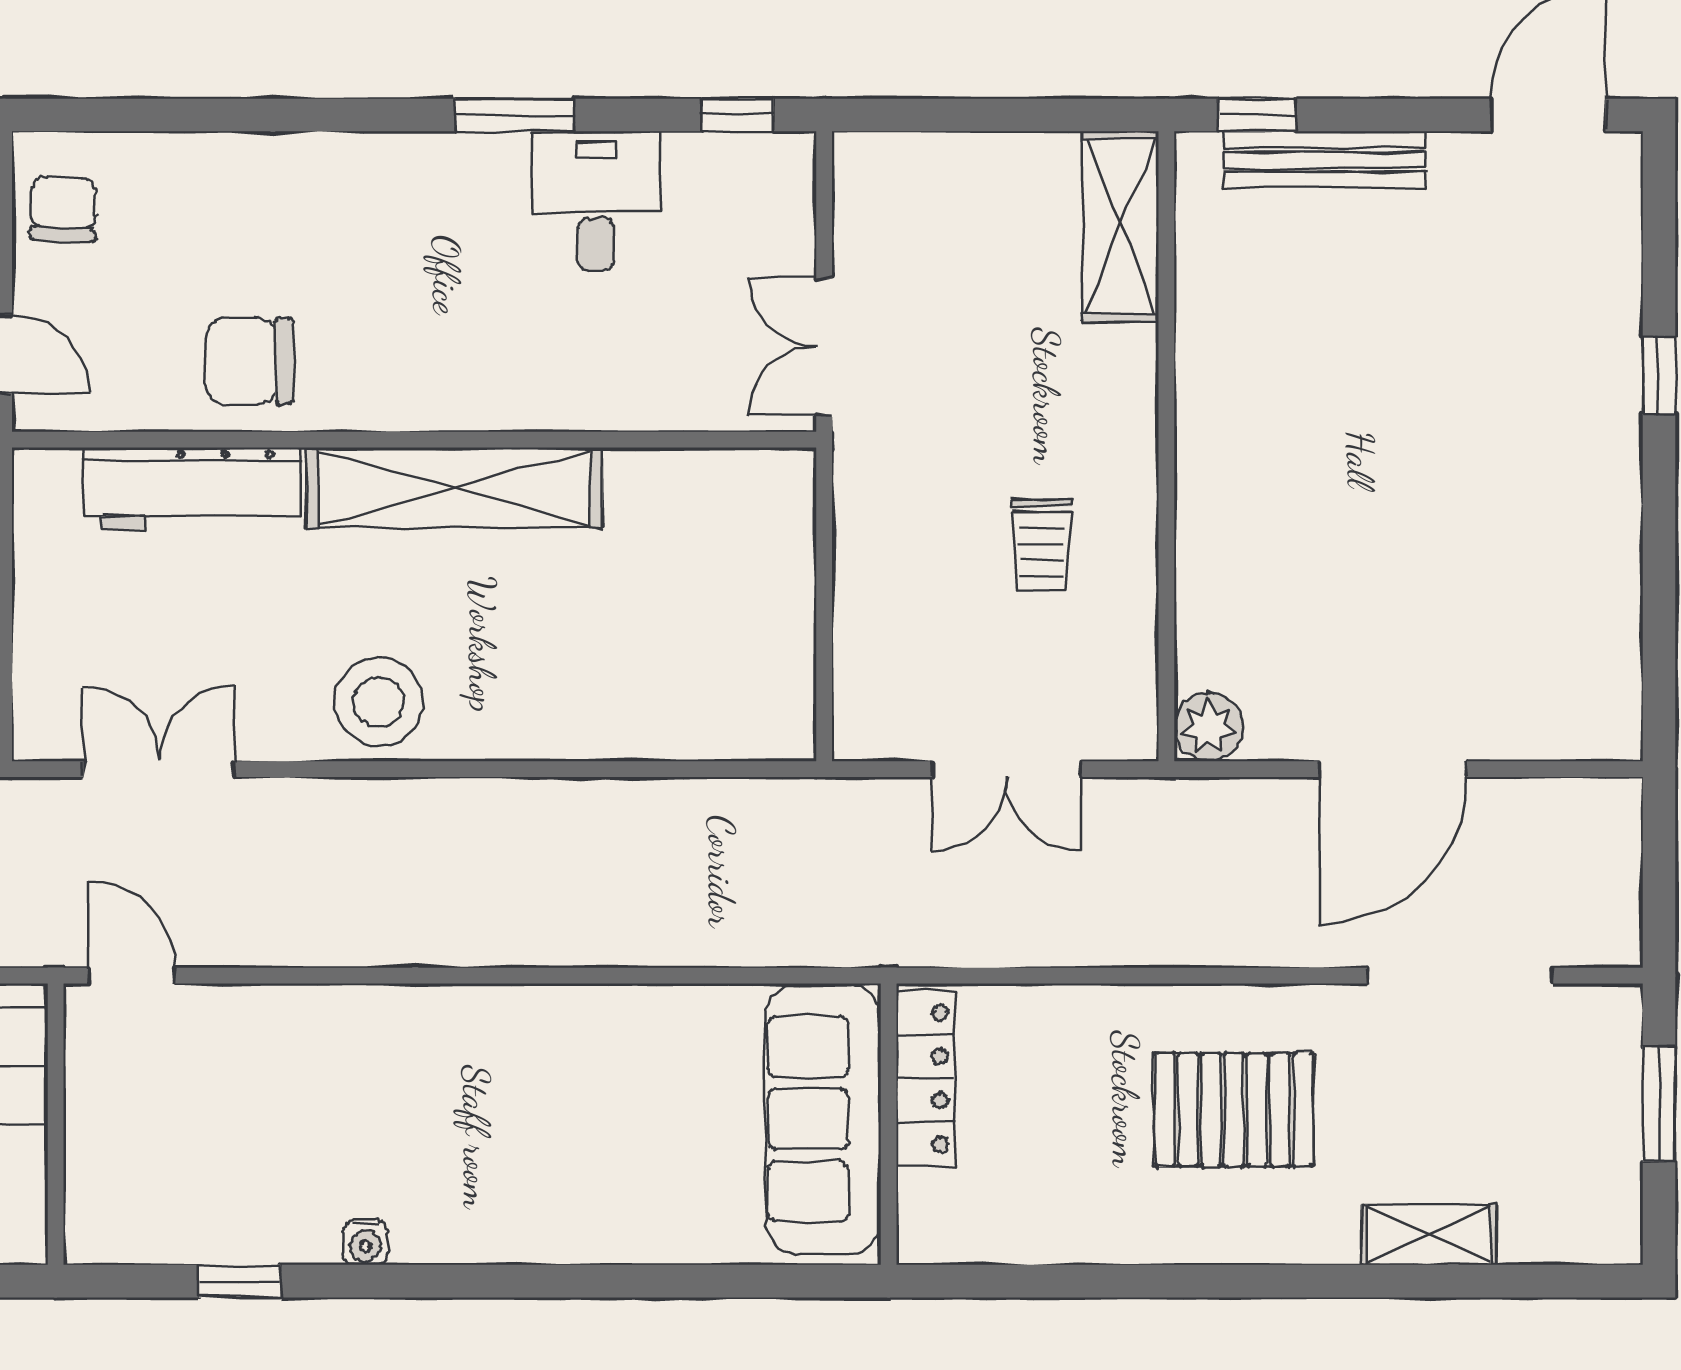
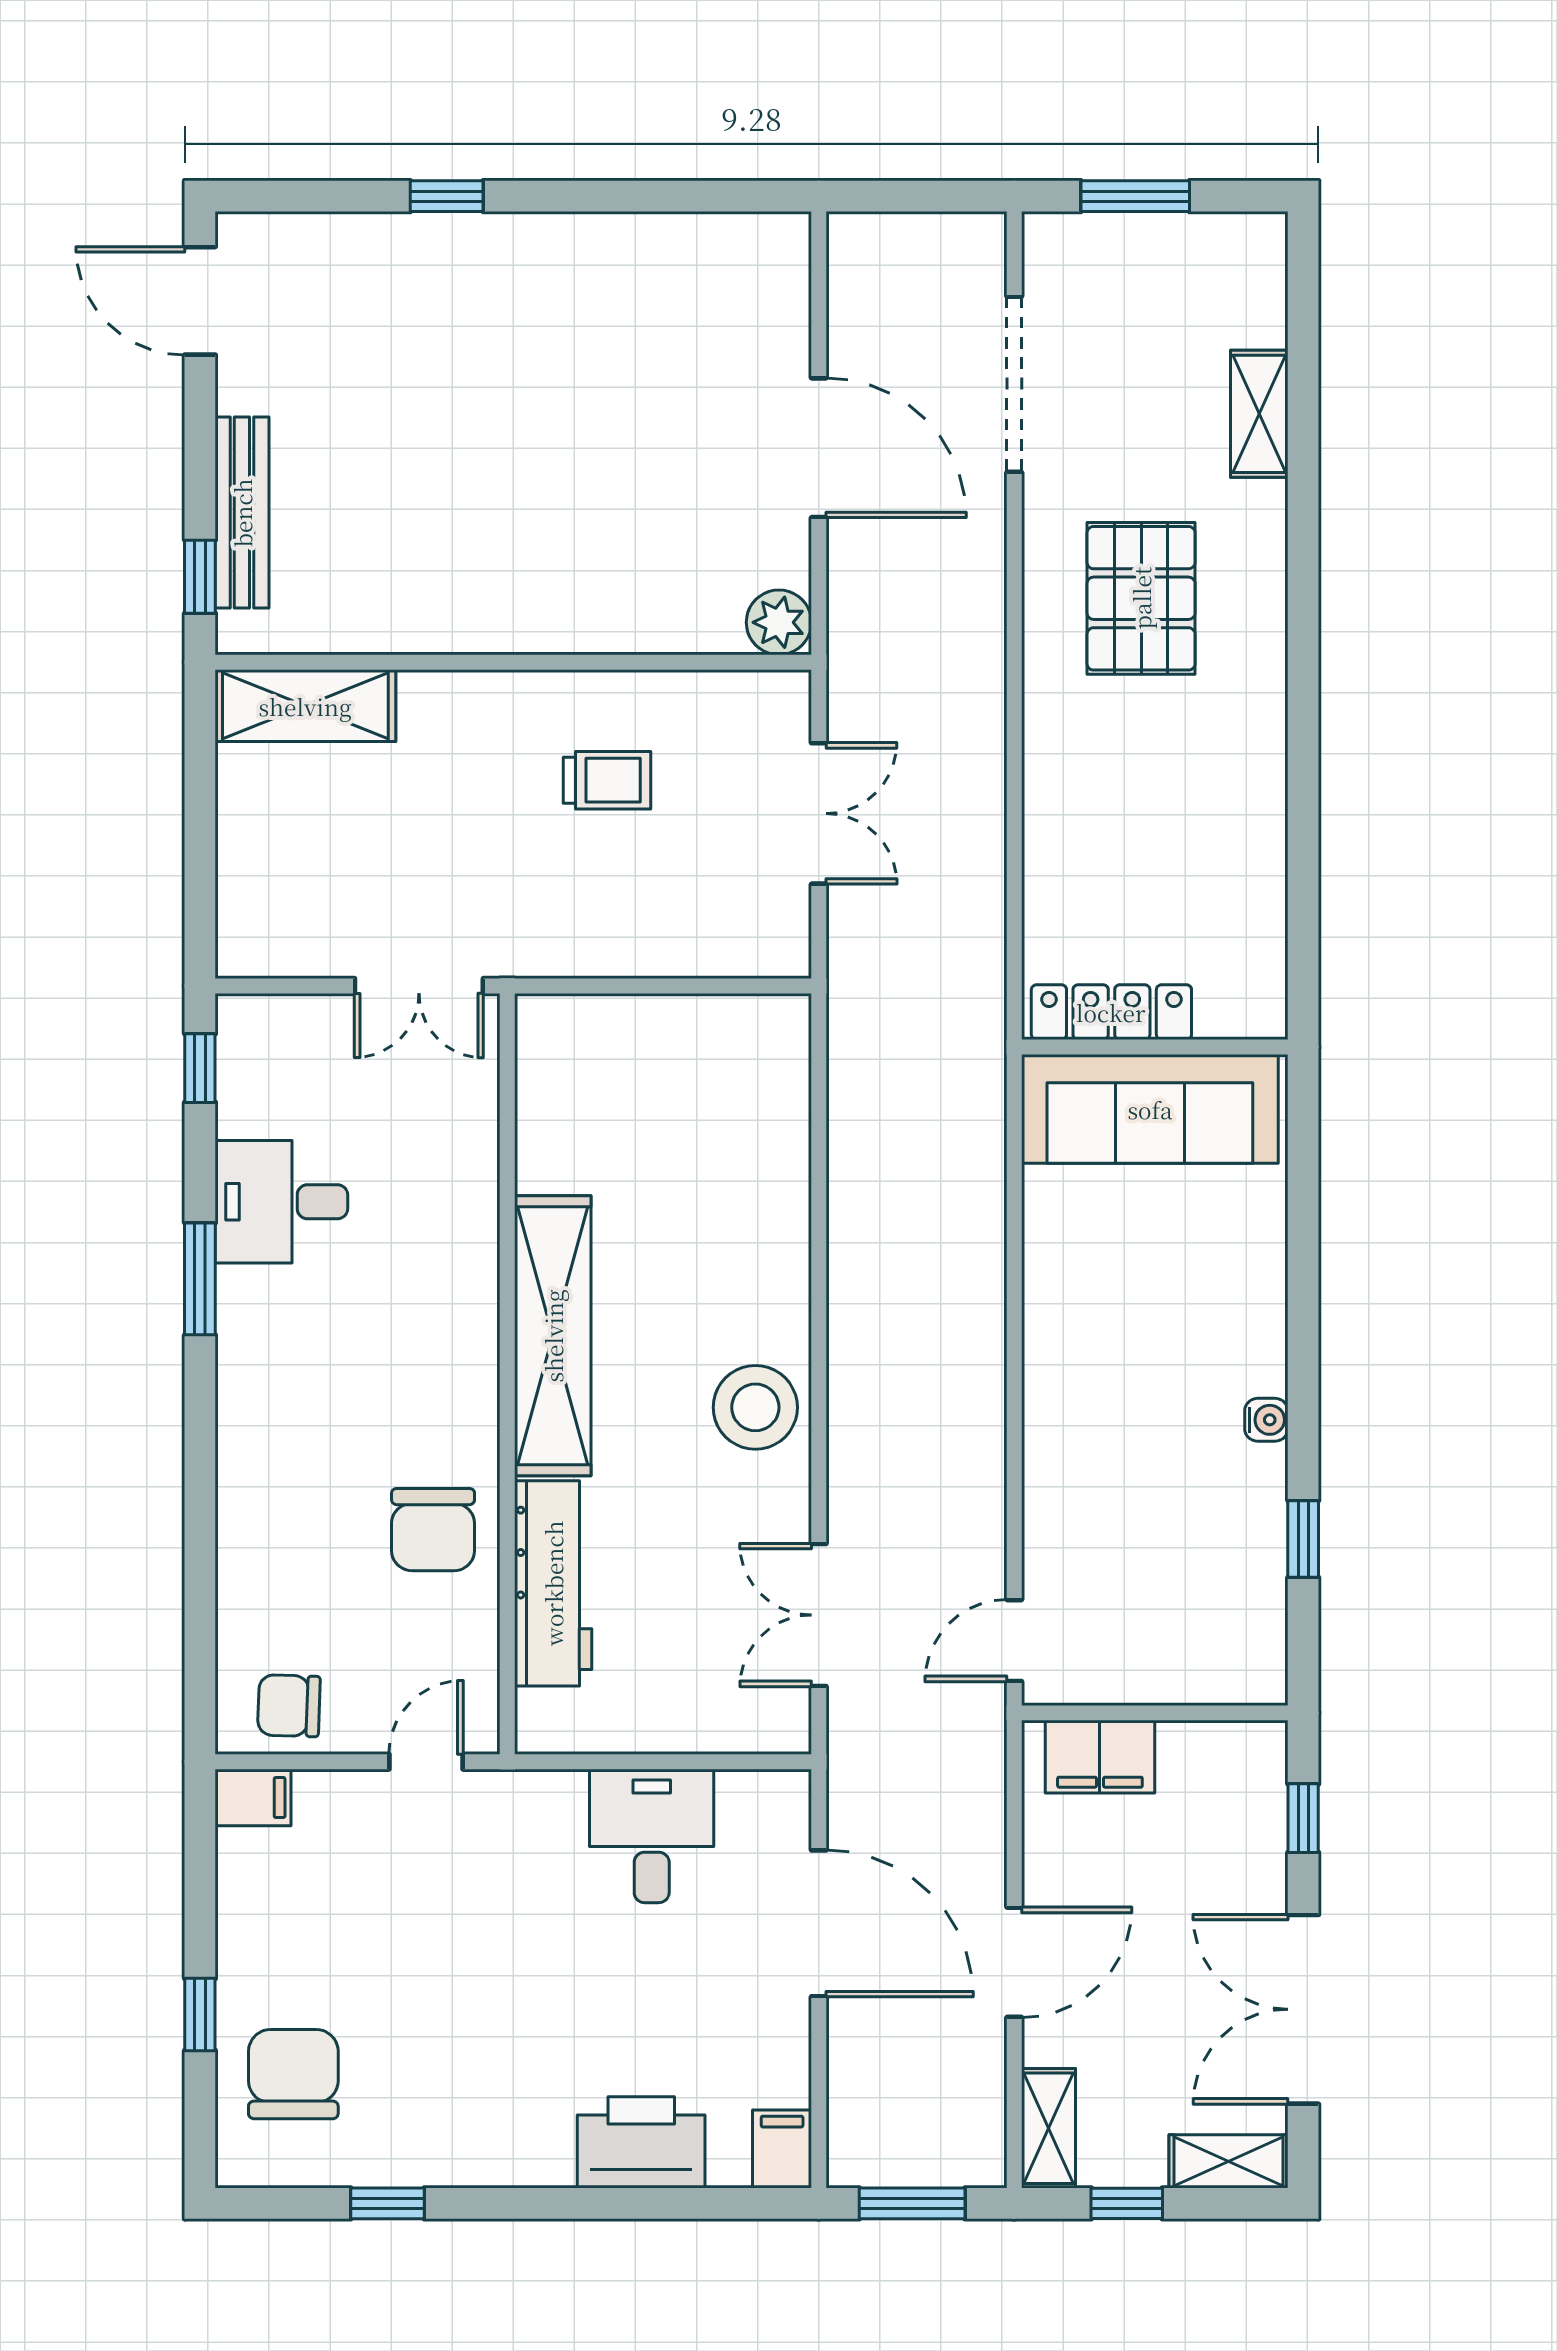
locker: (926, 1078) -> (1111, 1012), moved
sofa: (823, 1119) -> (1150, 1109), moved
wall: (889, 1124) -> (1155, 1047), moved

